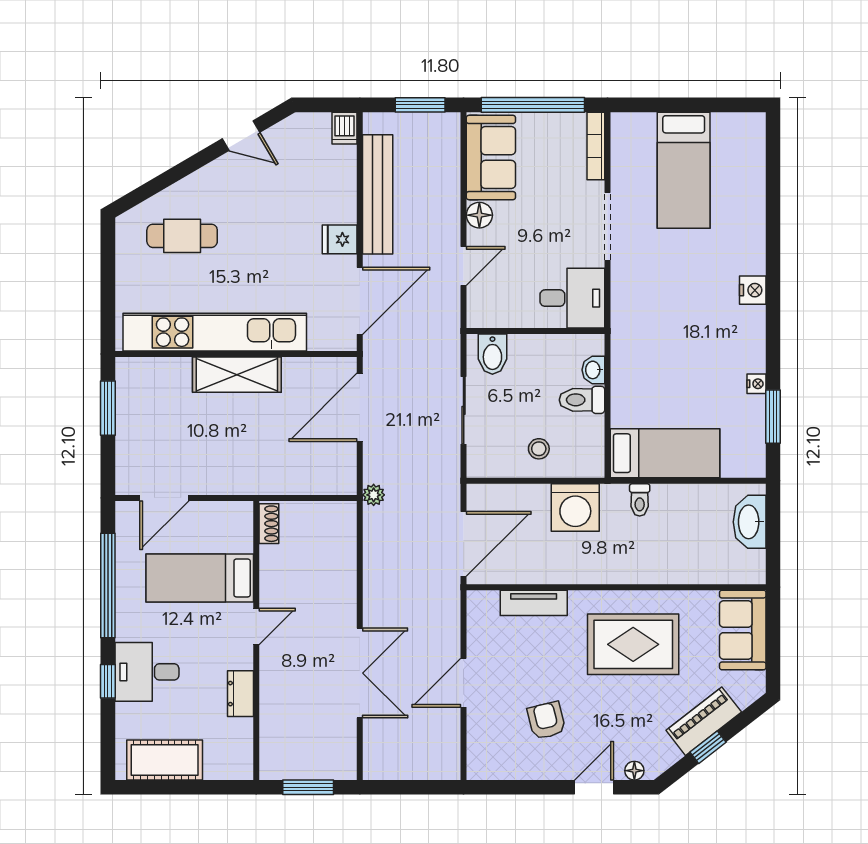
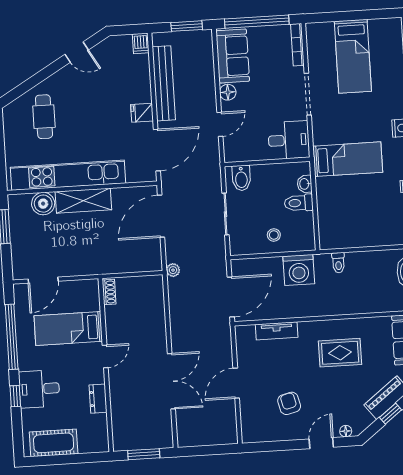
cafe table: (182, 236) -> (44, 117), turned 90
boiler: (172, 375) -> (43, 204), added
bed: (665, 453) -> (348, 159), moved
rug: (633, 644) -> (340, 353), width x0.73, depth x0.70

